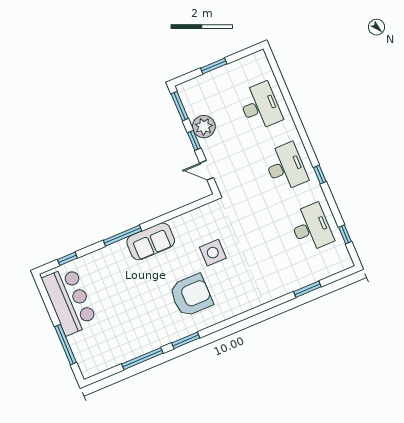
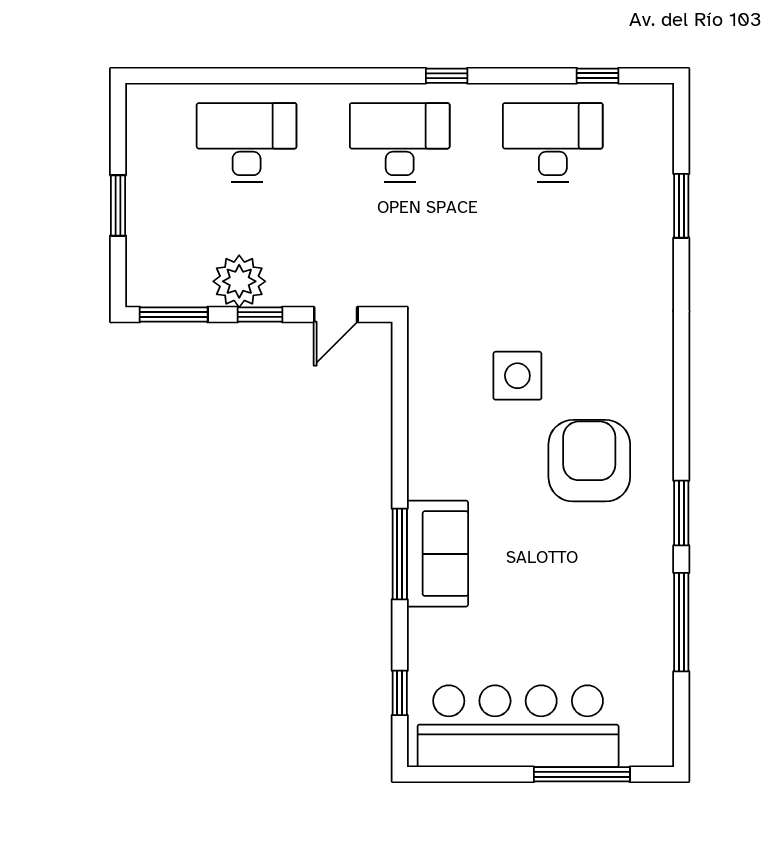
sofa: (151, 241) -> (437, 554), moved
bar counter: (69, 301) -> (518, 726), width x1.36

